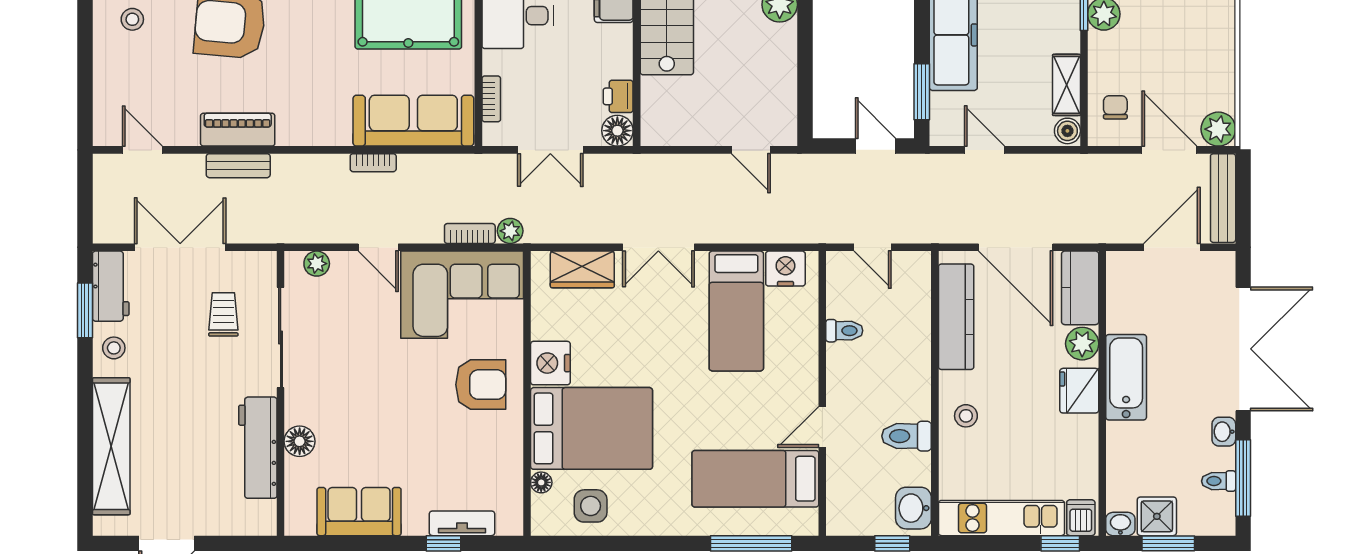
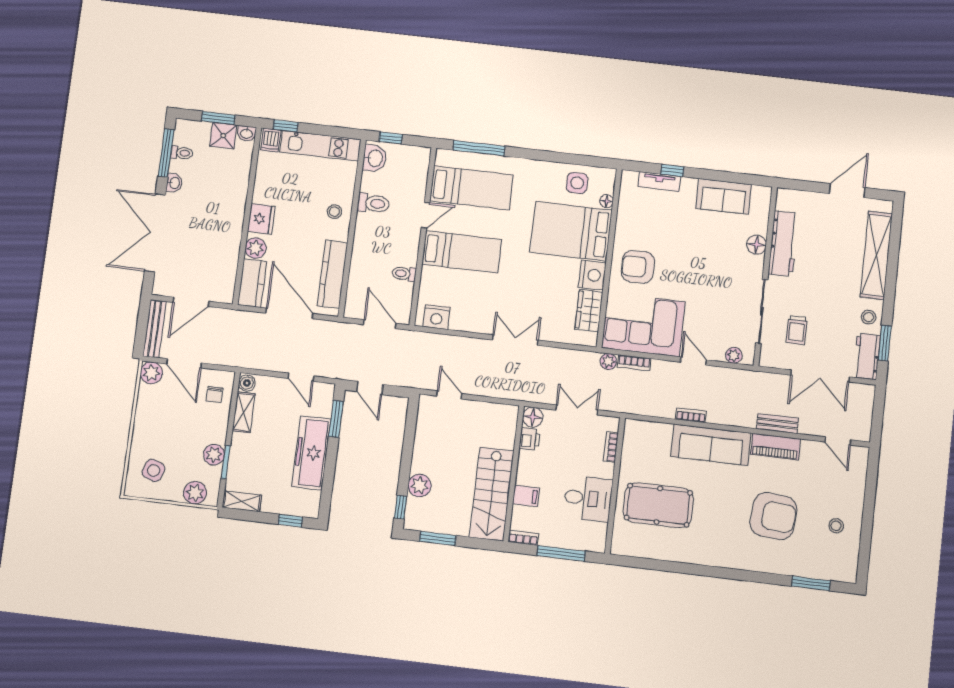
sofa: (413, 121) -> (711, 445), moved
door: (872, 247) -> (380, 324), width x1.38
wardrobe: (582, 269) -> (589, 311), moved, turned -90
bed: (736, 311) -> (462, 252), moved, turned 90
bathtub: (1126, 377) -> (231, 224), removed

